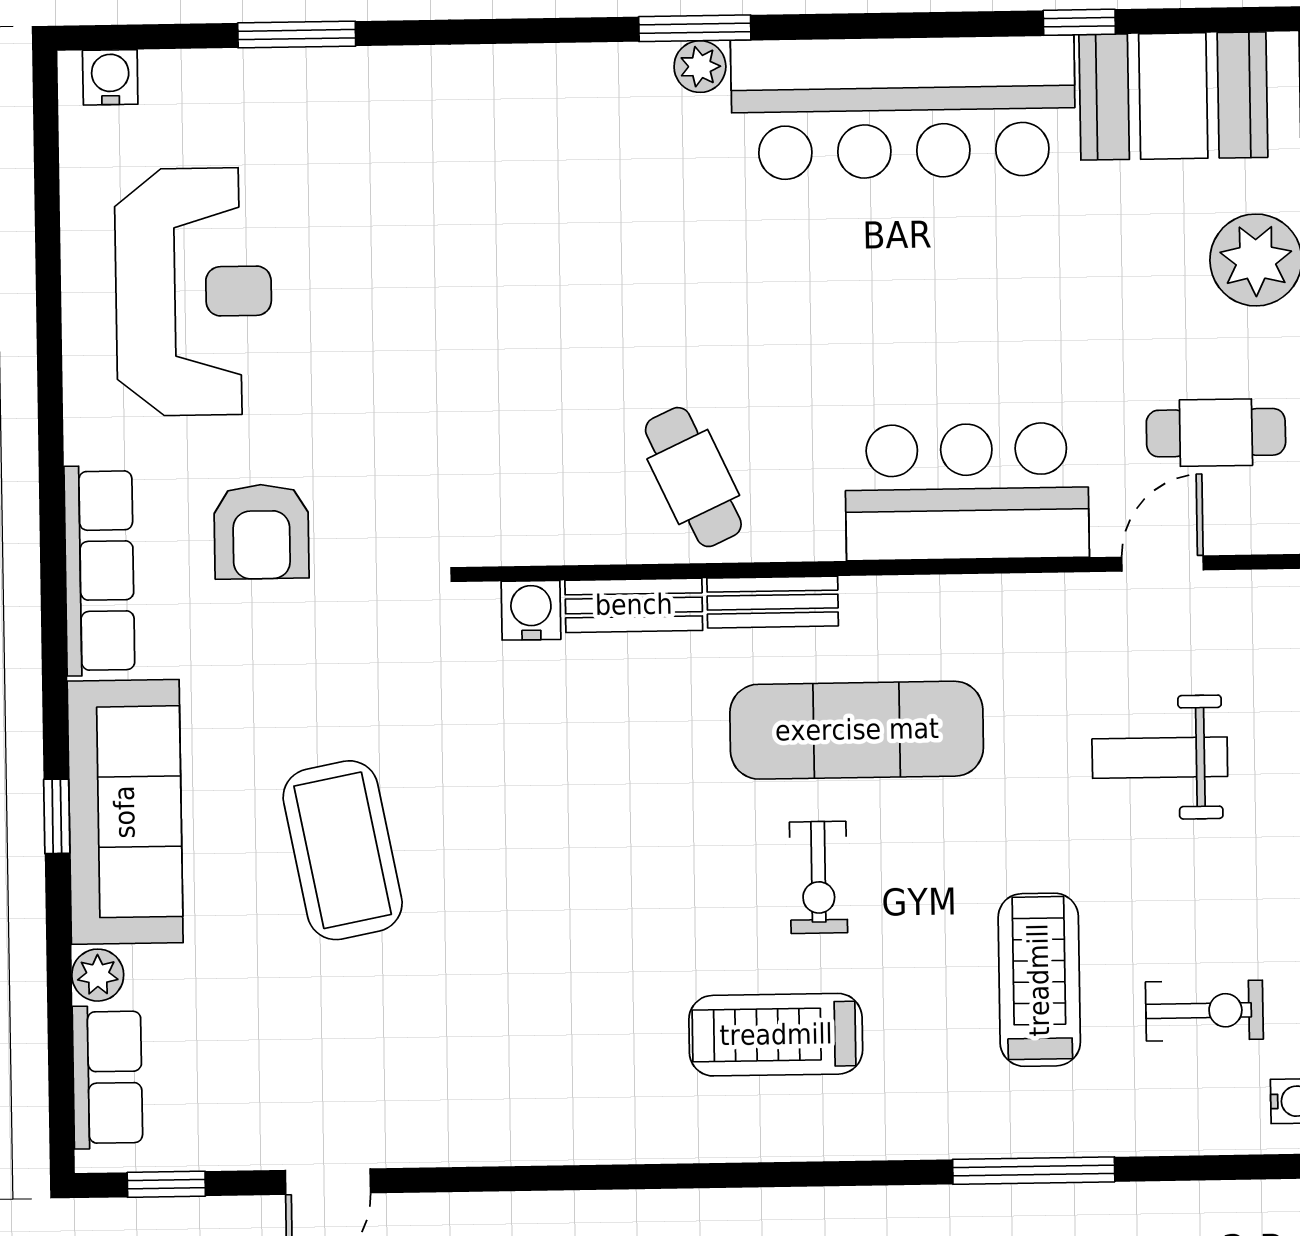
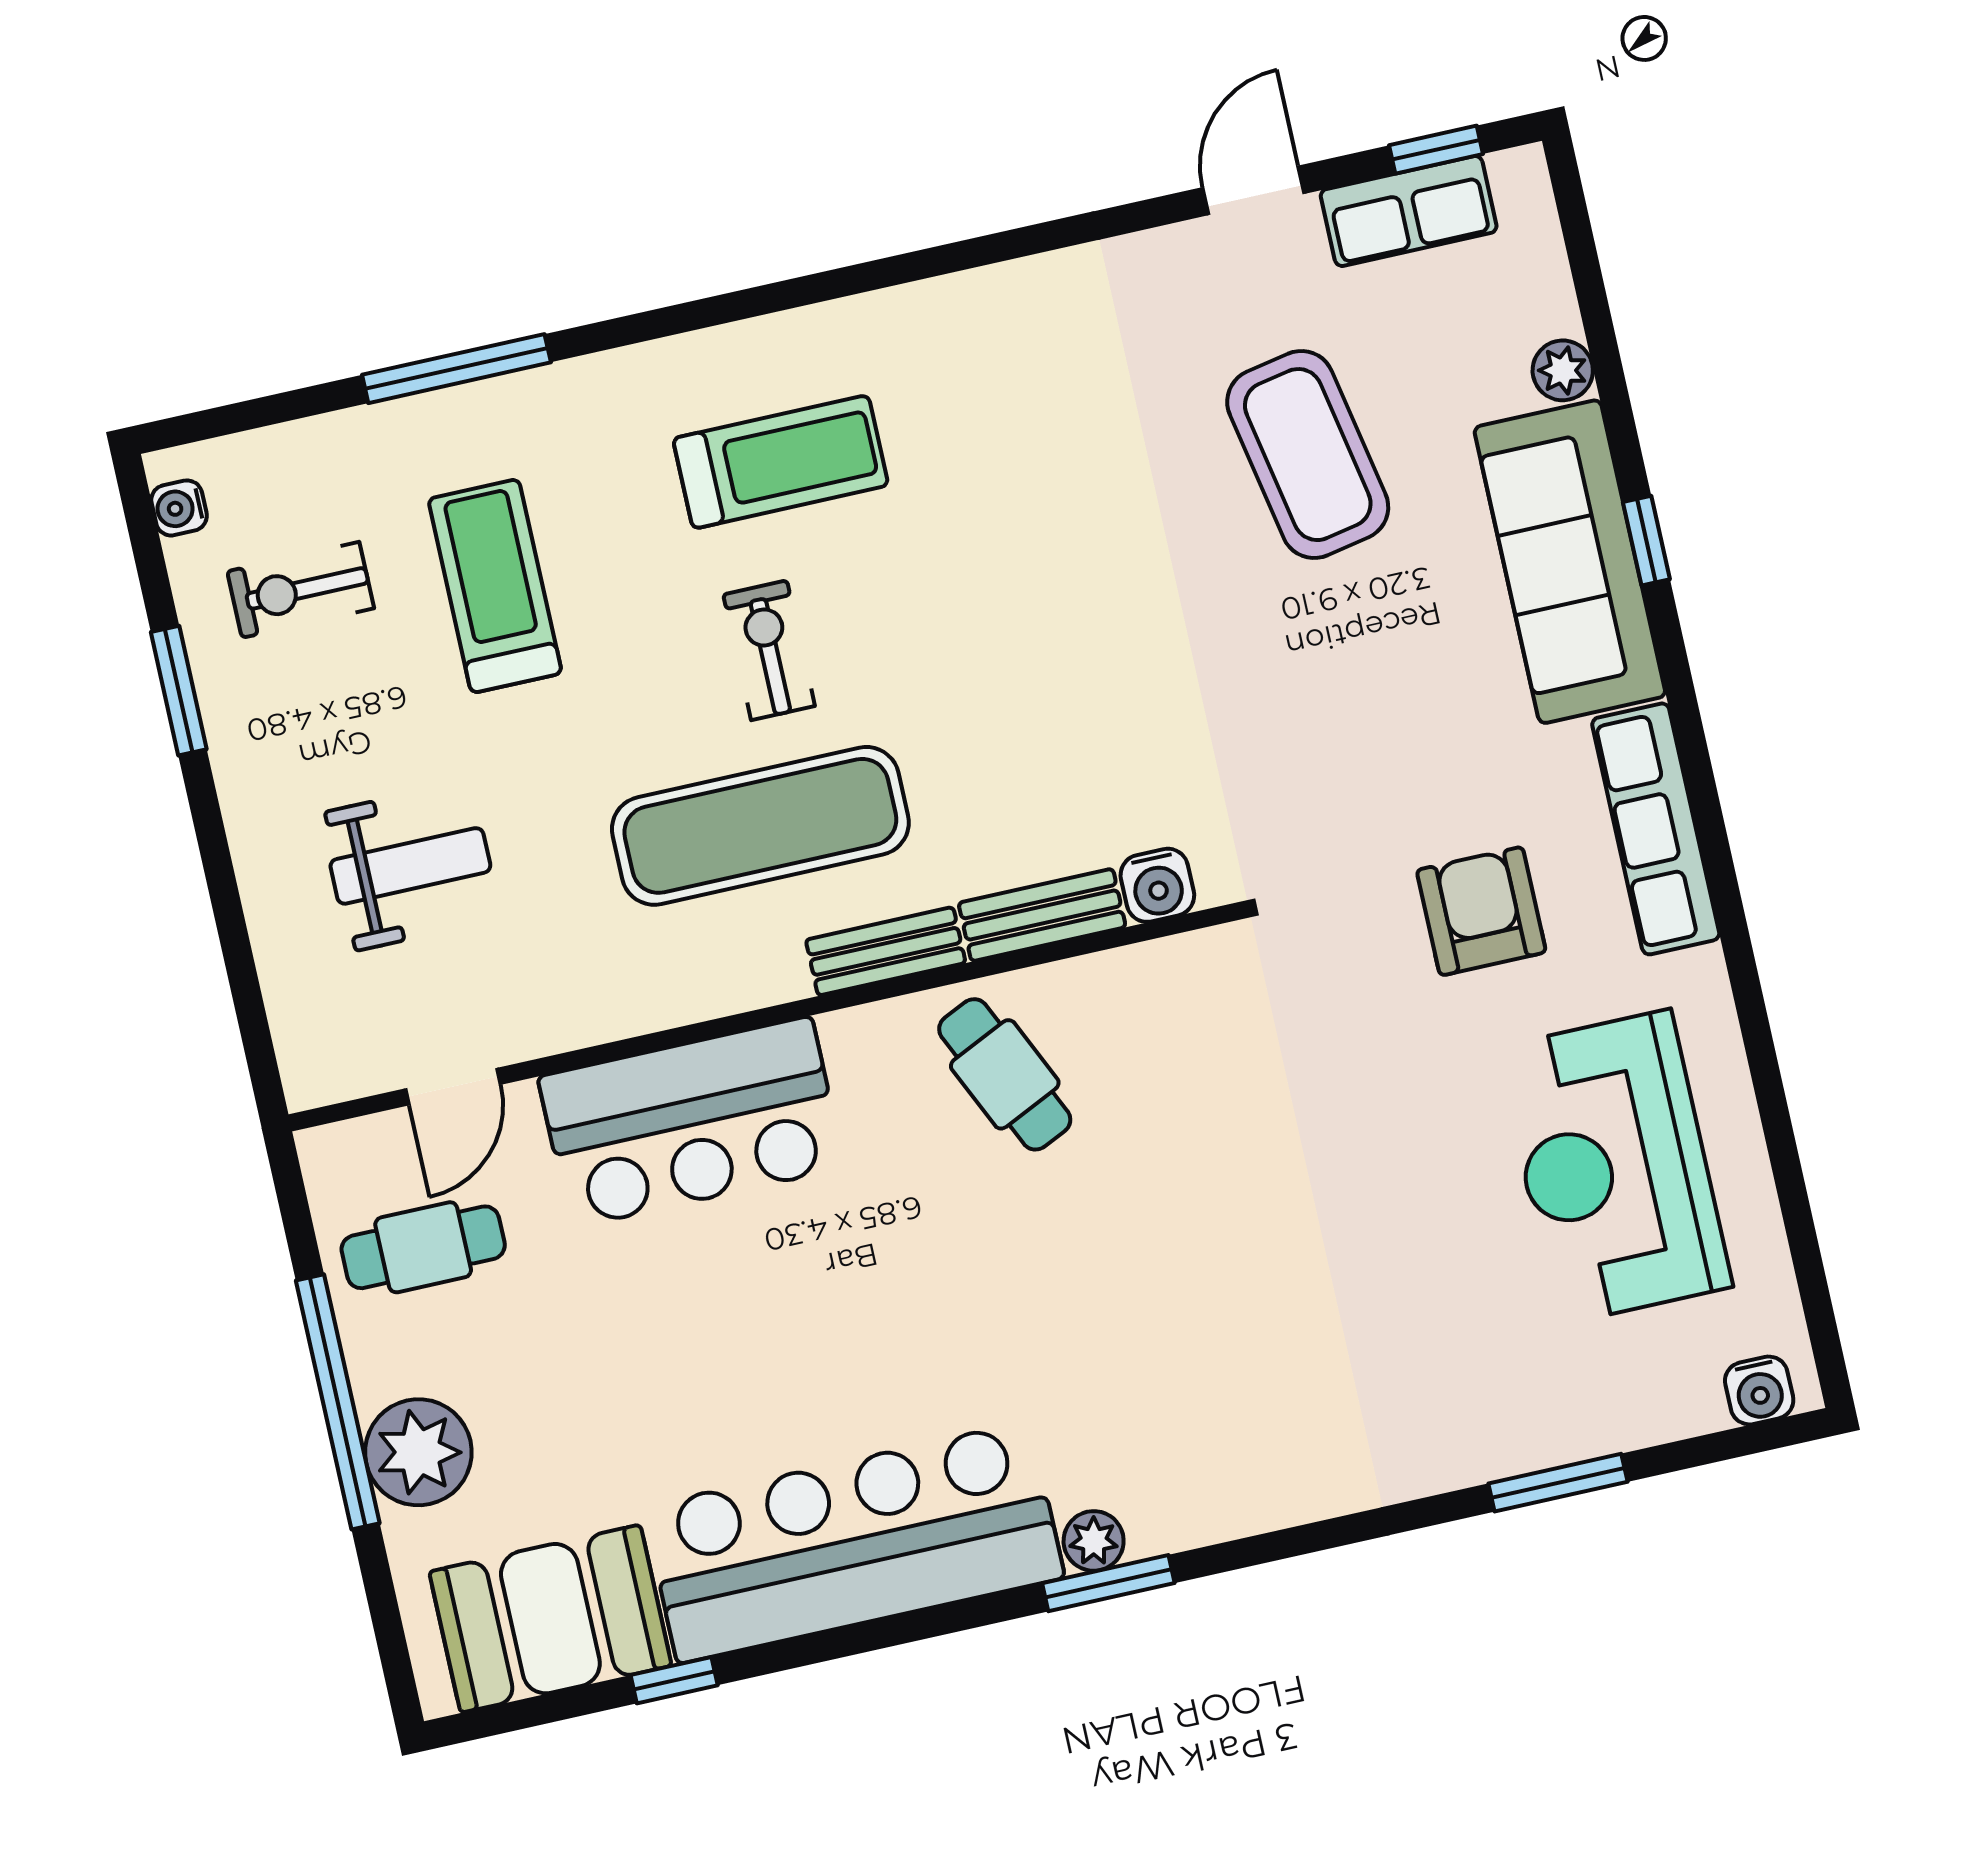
coffee table: (343, 850) -> (1308, 455), moved
treadmill: (1039, 980) -> (495, 586), turned 180
row of seats: (107, 1077) -> (1409, 211), moved, turned -90

